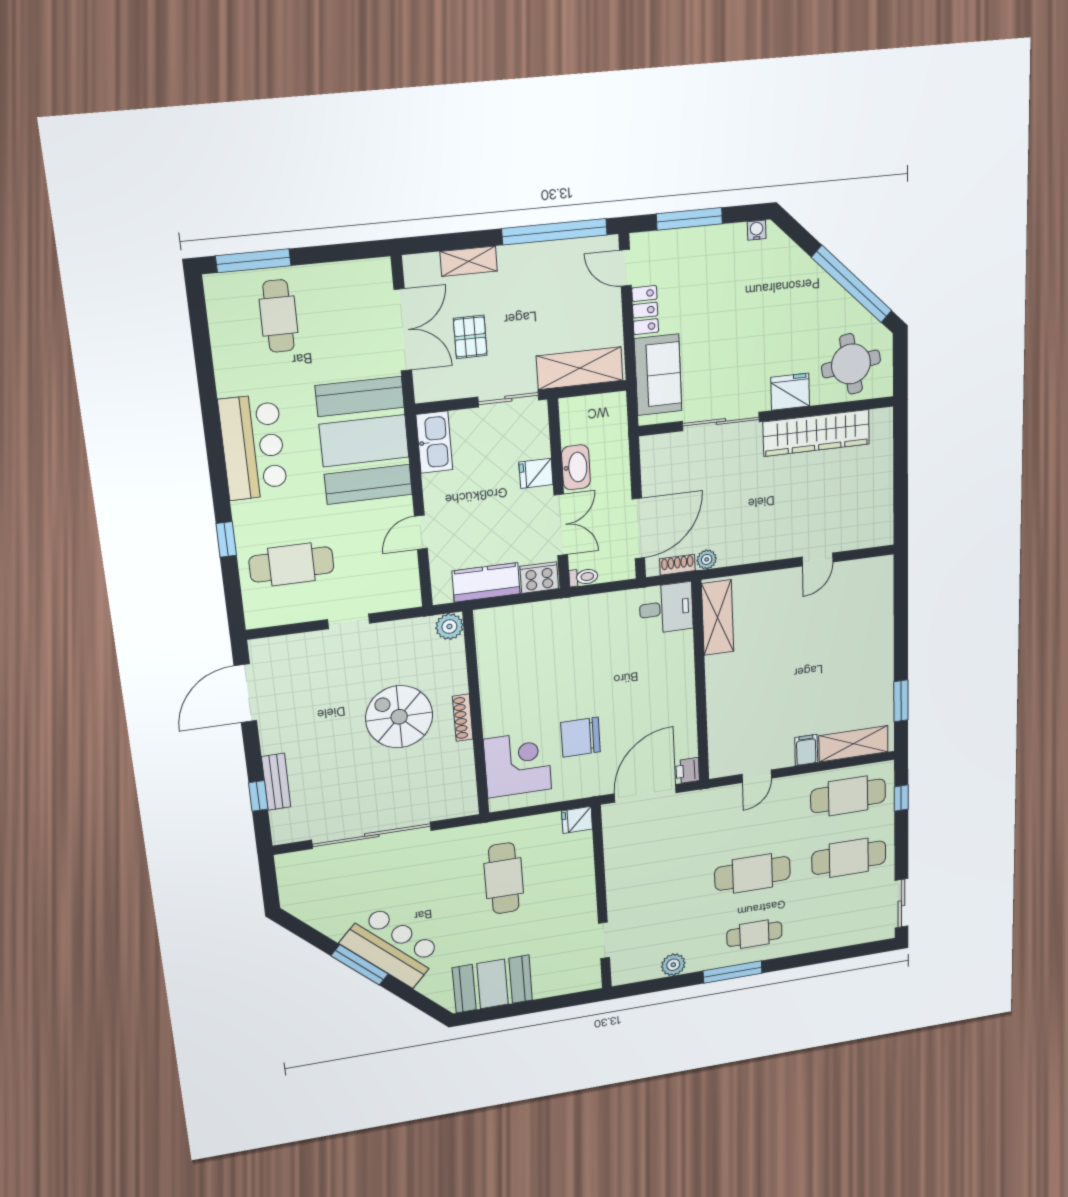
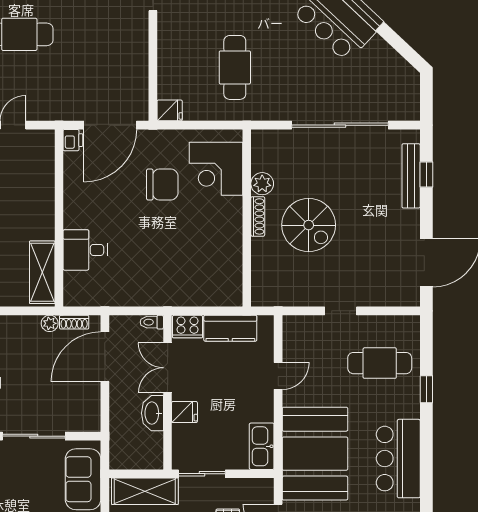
desk: (666, 608) -> (85, 250), moved
plant: (449, 627) -> (262, 184), moved
bench: (276, 782) -> (411, 176), width x1.36

